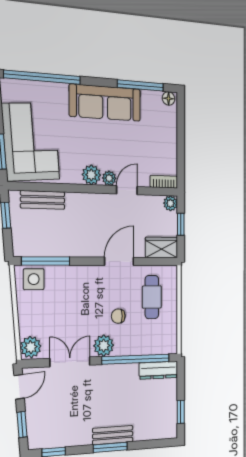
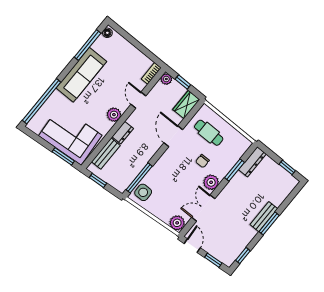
plant: (109, 178) -> (124, 106), removed
dresser: (80, 201) -> (123, 133), added
window: (136, 359) -> (235, 170), width x0.47

